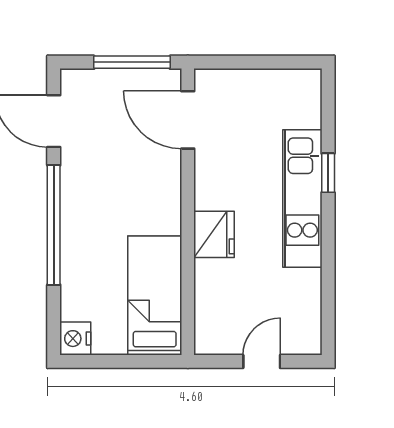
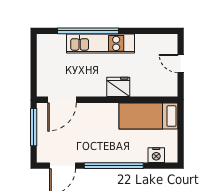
window: (328, 173) -> (88, 31), width x3.17
nightstand: (75, 339) -> (156, 155), moved

